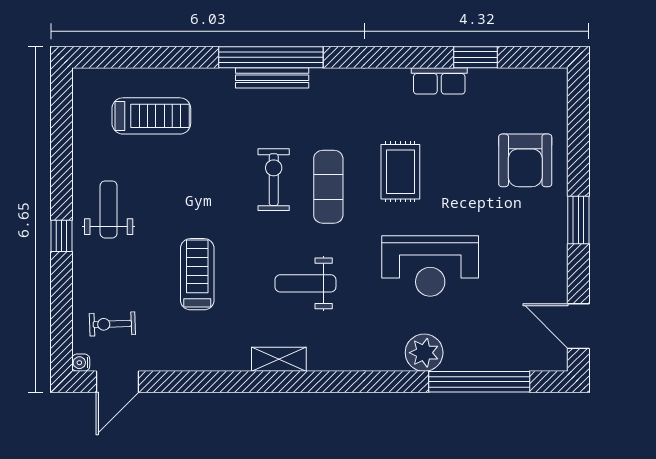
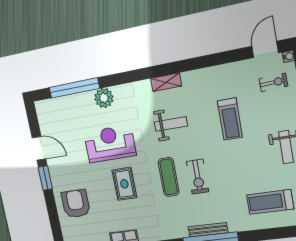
rug: (400, 172) -> (124, 184), moved
door: (578, 326) -> (39, 148), moved
shelving: (279, 359) -> (166, 82), moved

